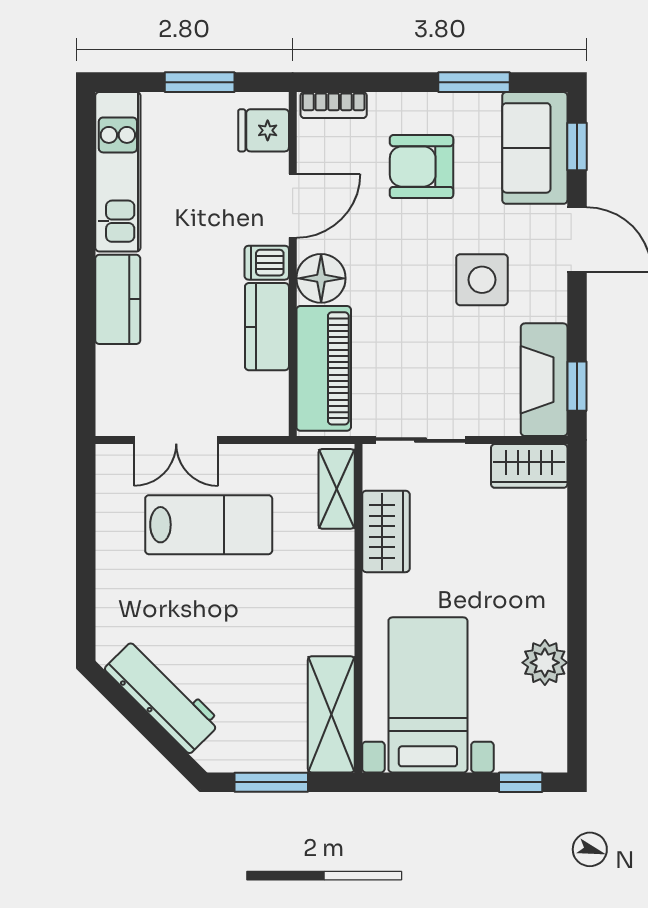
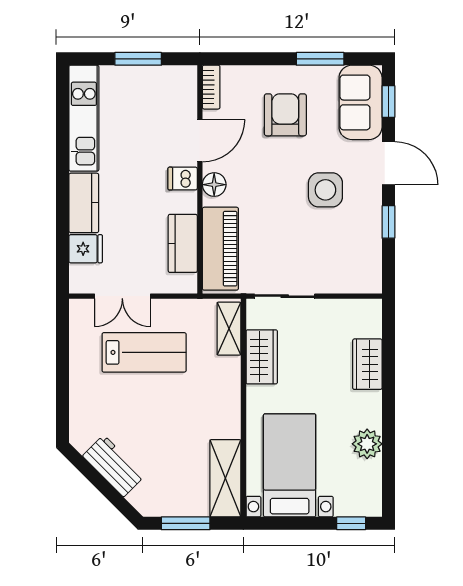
bookcase: (334, 105) -> (211, 87), moved, turned -90
fridge: (264, 130) -> (86, 249), moved, turned 180
armchair: (422, 167) -> (285, 115), turned 90
floor lamp: (321, 278) -> (214, 185), width x0.73, depth x0.73
kitchen counter: (267, 327) -> (183, 243), moved
fireplace: (544, 380) -> (367, 256), removed
window: (577, 386) -> (388, 222), moved
wardrobe: (529, 466) -> (367, 364), moved, turned 90
workbench: (163, 696) -> (114, 466), width x0.73

